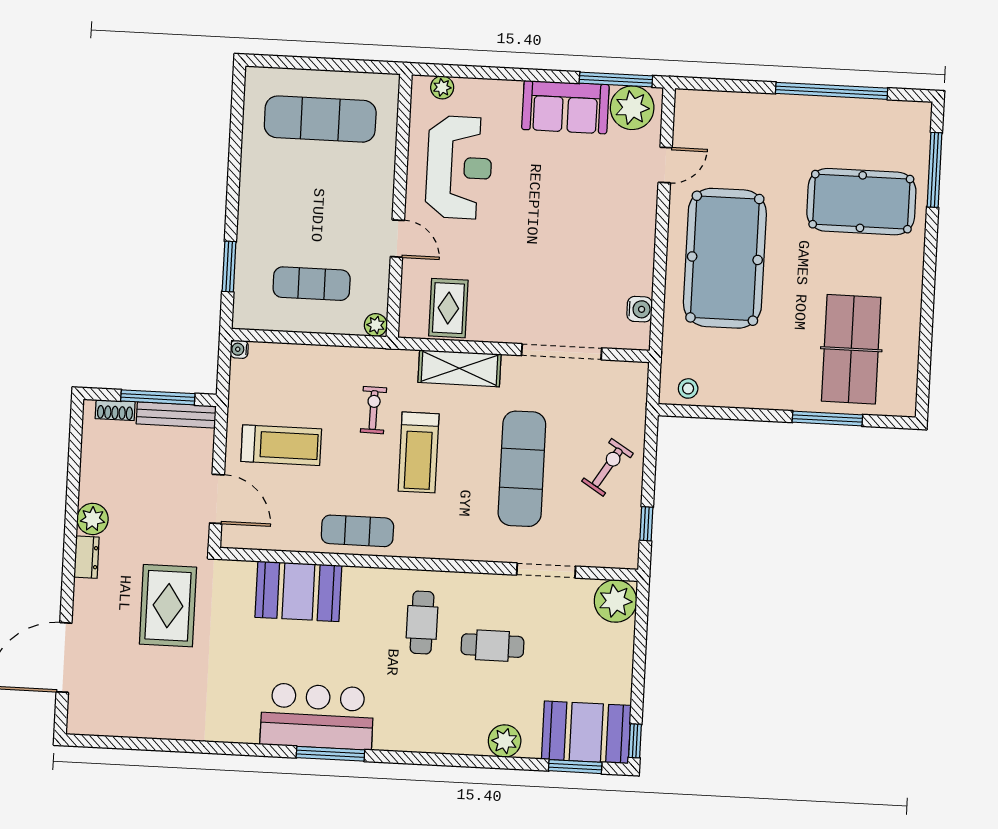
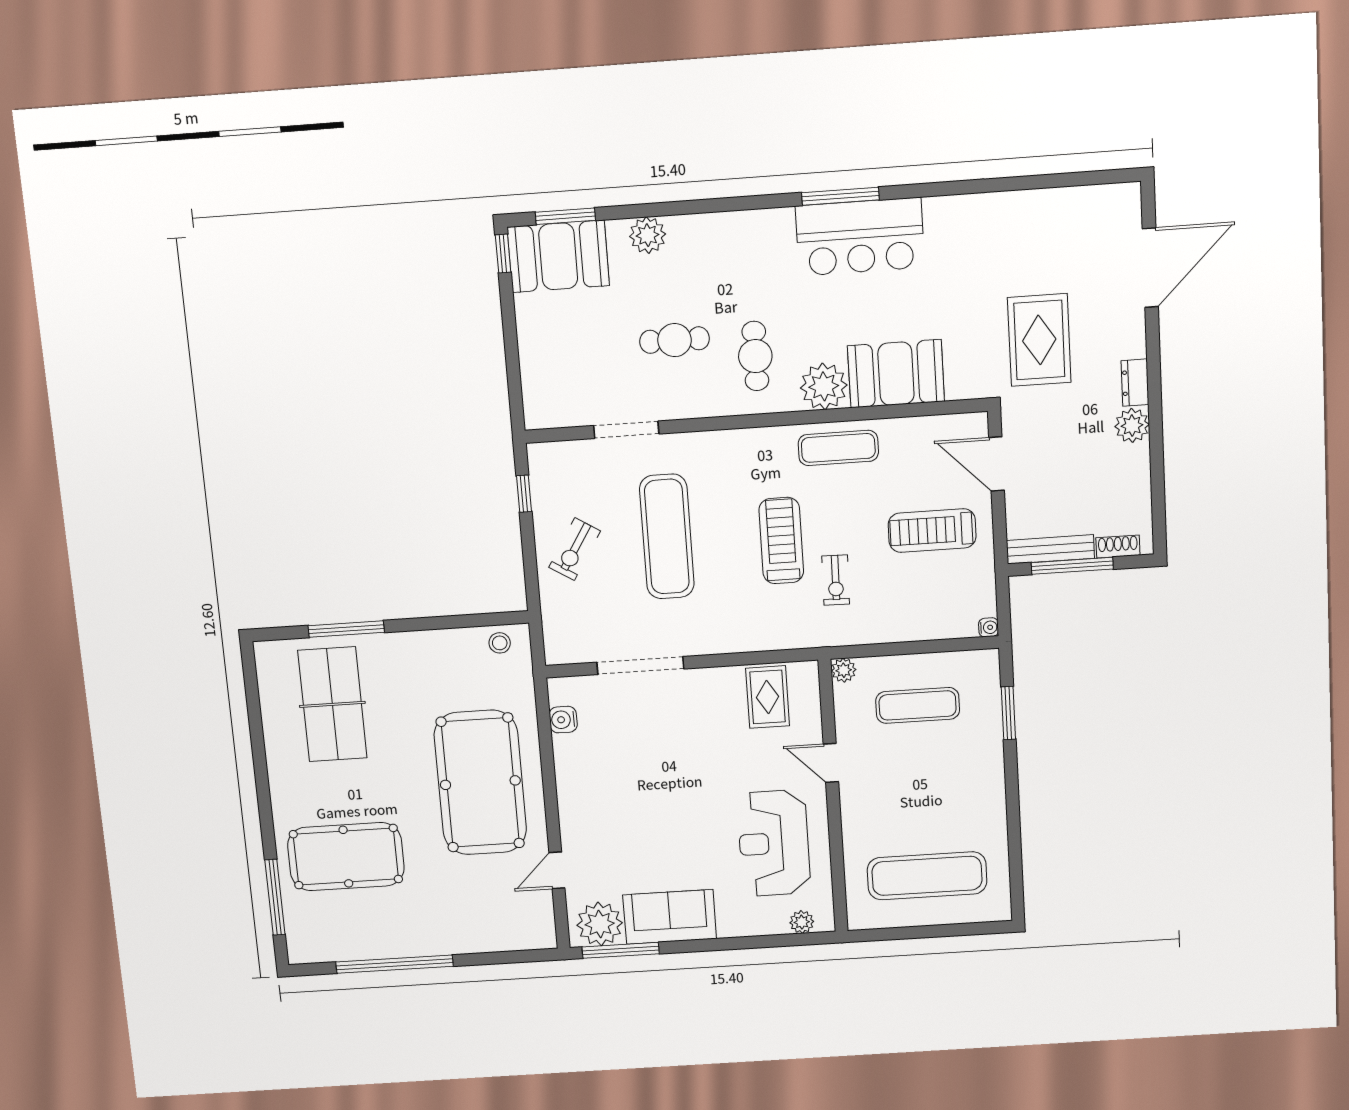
shelving: (460, 368) -> (748, 635), removed
plant: (615, 601) -> (824, 386), moved

